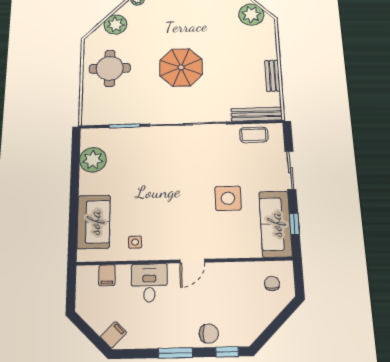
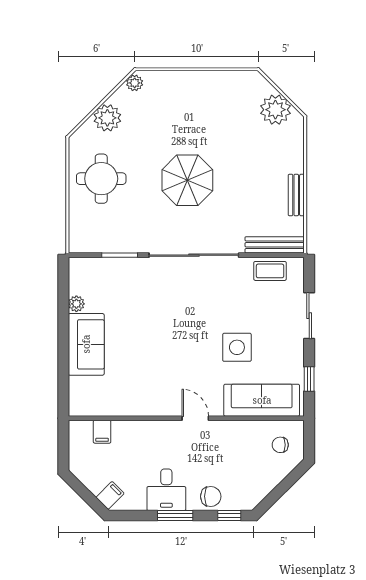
plant: (93, 160) -> (76, 304), width x0.53, depth x0.53
sofa: (94, 222) -> (86, 344), moved
sofa: (275, 224) -> (262, 400), moved, turned 90
side table: (135, 242) -> (133, 395), removed
door: (192, 261) -> (195, 418), swing flipped
desk: (149, 283) -> (166, 490), moved, turned 180
chair: (272, 283) -> (280, 445), turned -90

